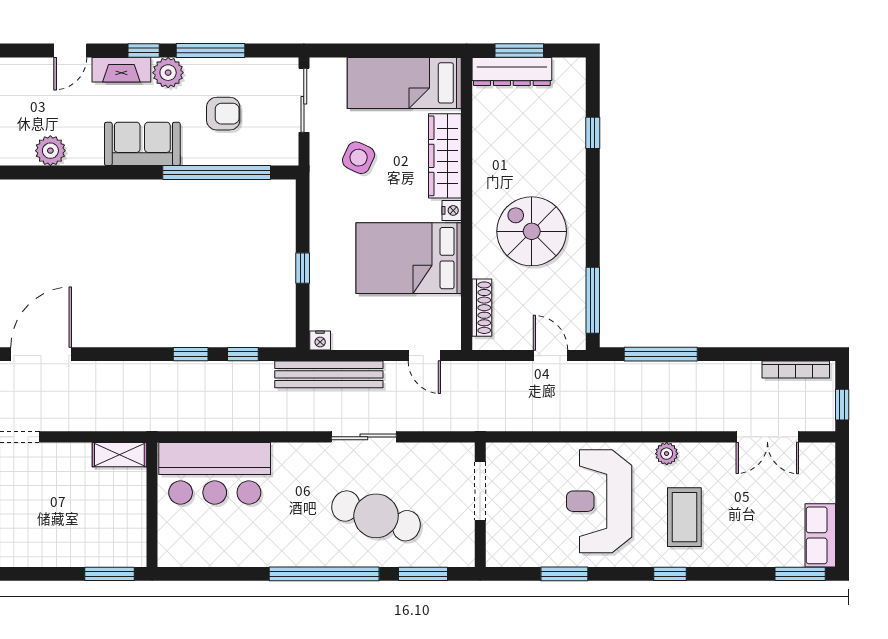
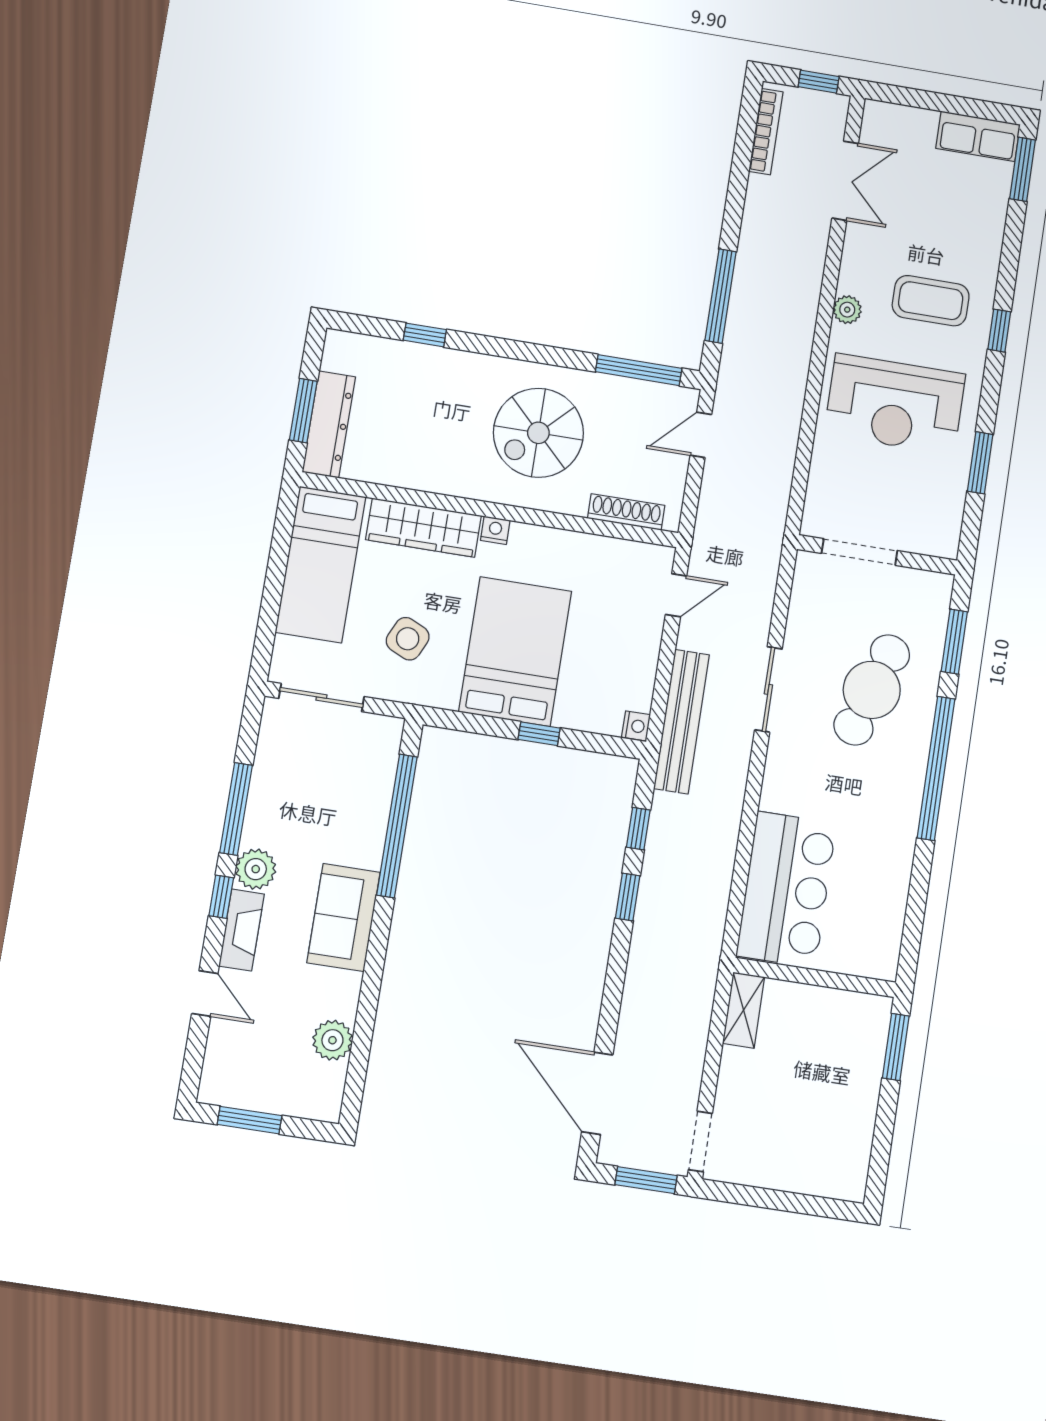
armchair: (223, 114) -> (321, 805), removed
bed: (409, 258) -> (515, 651), moved, turned 180

